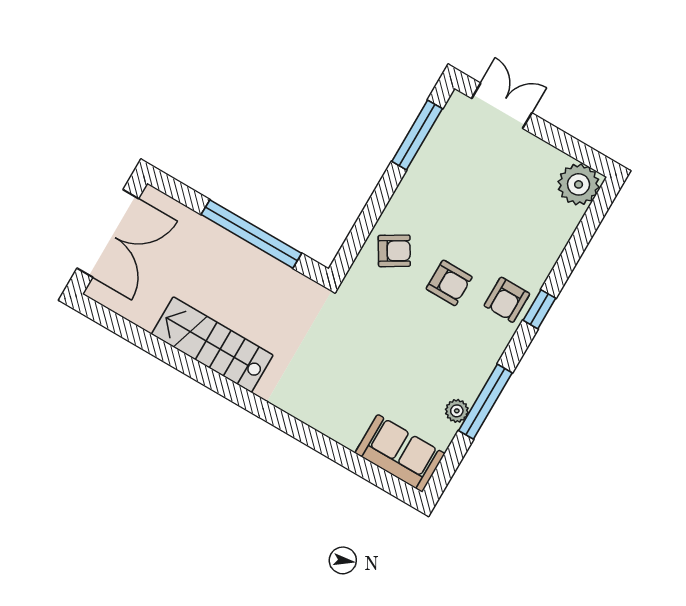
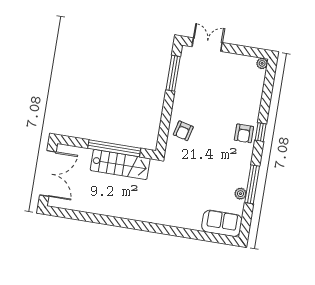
plant: (579, 184) -> (262, 63), width x0.53, depth x0.53
armchair: (394, 251) -> (183, 131), turned 135
armchair: (449, 283) -> (214, 136), removed
stairs: (212, 345) -> (120, 164), moved, turned 180

